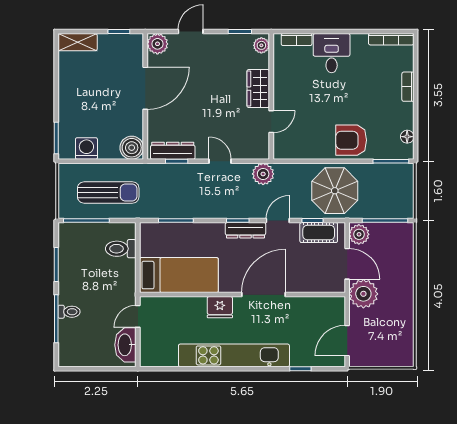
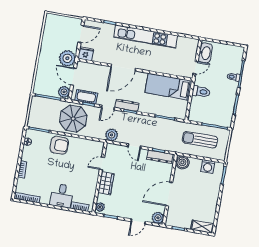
toilet: (121, 249) -> (201, 92), moved
fridge: (220, 307) -> (86, 54), moved

